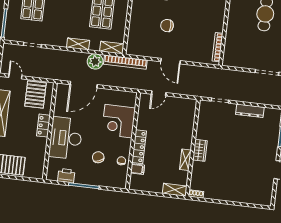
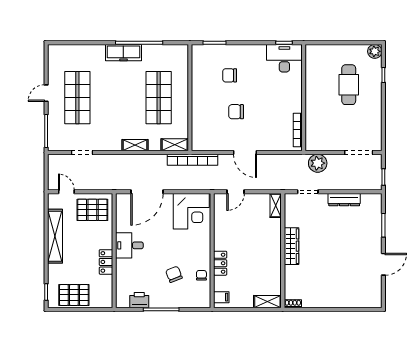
plant: (95, 61) -> (318, 163), moved
pallet: (35, 94) -> (92, 210), turned 90
corner desk: (119, 121) -> (191, 211), moved, turned -90
locker: (43, 126) -> (106, 262), moved
desk: (66, 138) -> (129, 245), width x0.53, depth x0.77
locker: (139, 147) -> (220, 263), width x0.66
wardrobe: (200, 150) -> (291, 246), width x1.50
shelving: (185, 160) -> (276, 206), moved
filing cabinet: (137, 169) -> (221, 297), moved

